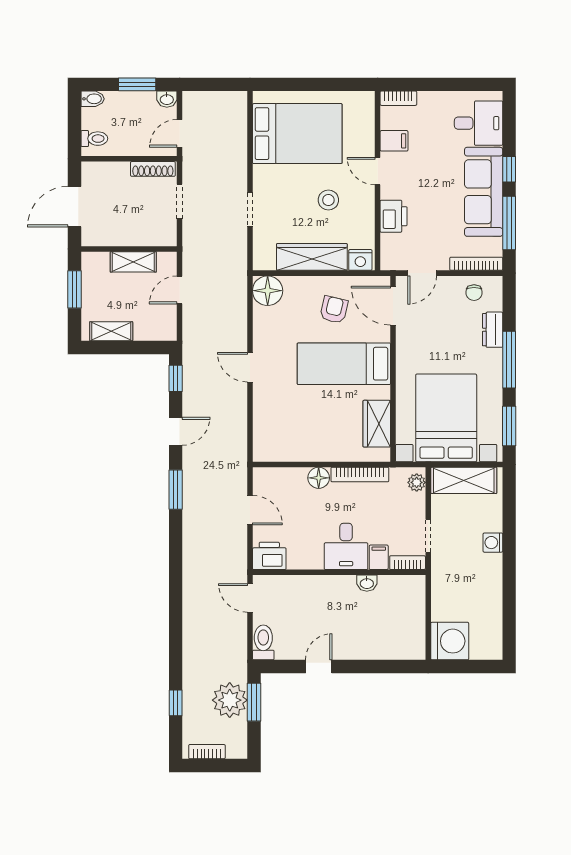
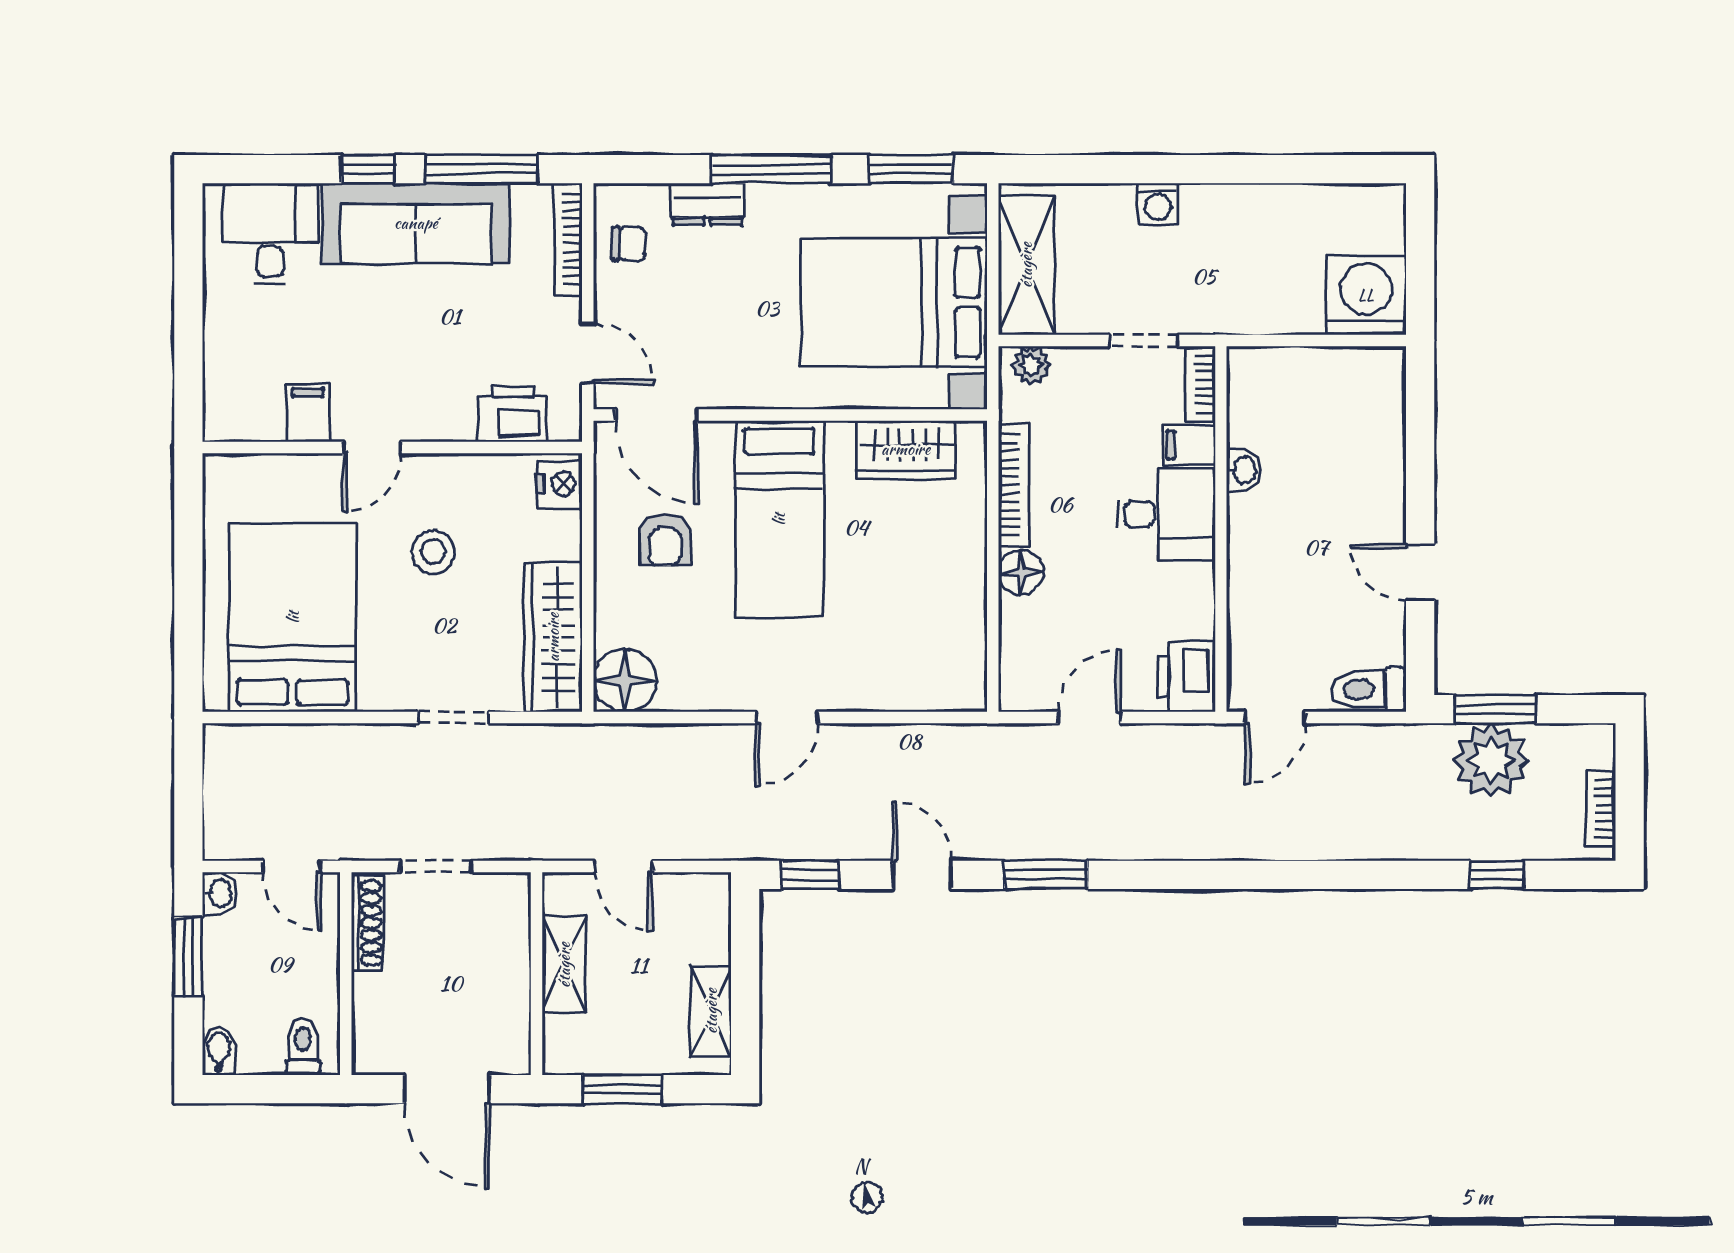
bookcase: (398, 98) -> (218, 404), removed
printer: (394, 216) -> (512, 414), moved
wardrobe: (312, 257) -> (553, 637), moved
door: (393, 306) -> (657, 415), hinge flipped
armchair: (334, 310) -> (665, 540), turned -103

